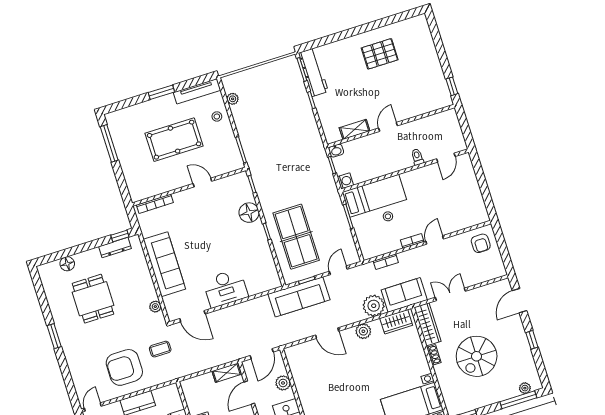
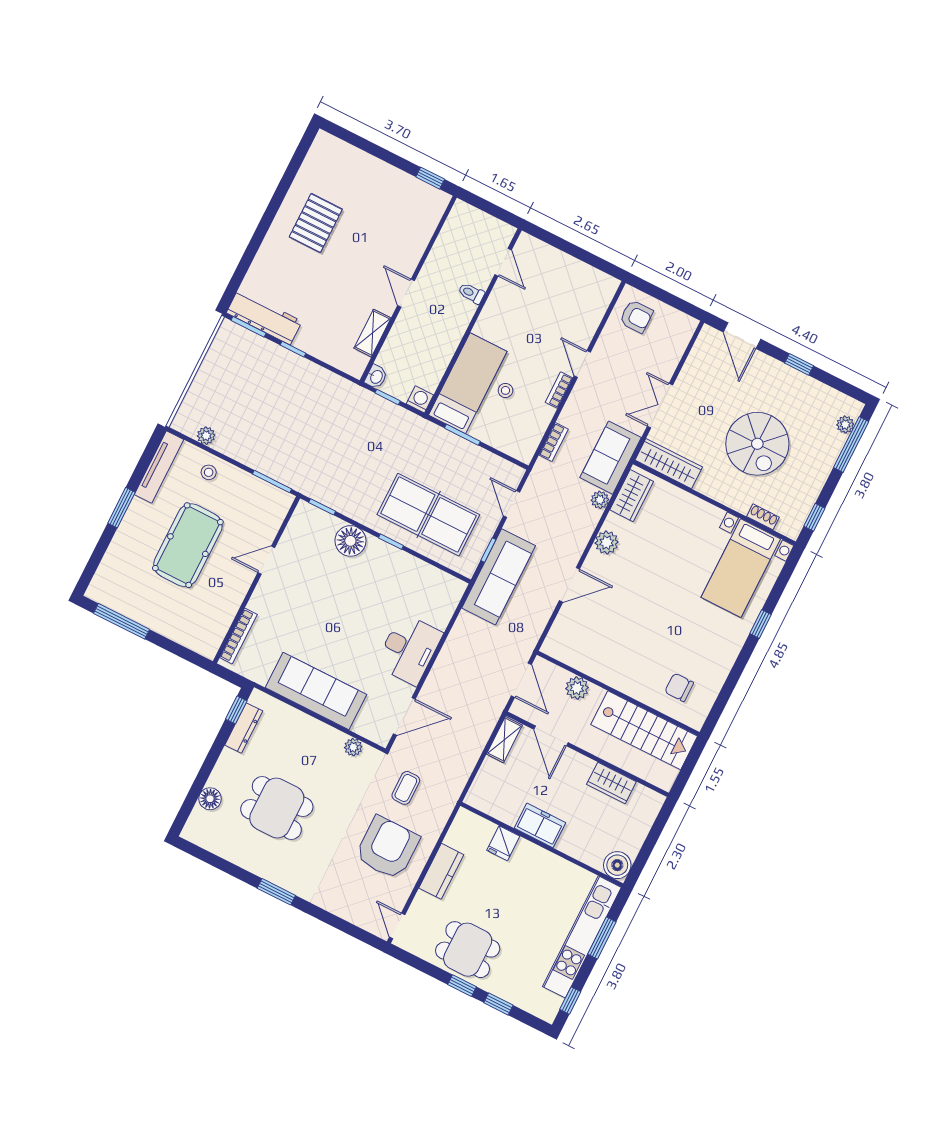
plant: (374, 306) -> (600, 500), width x0.53, depth x0.53
shoe rack: (434, 355) -> (763, 517), moved
armchair: (124, 367) -> (387, 848), turned 180

